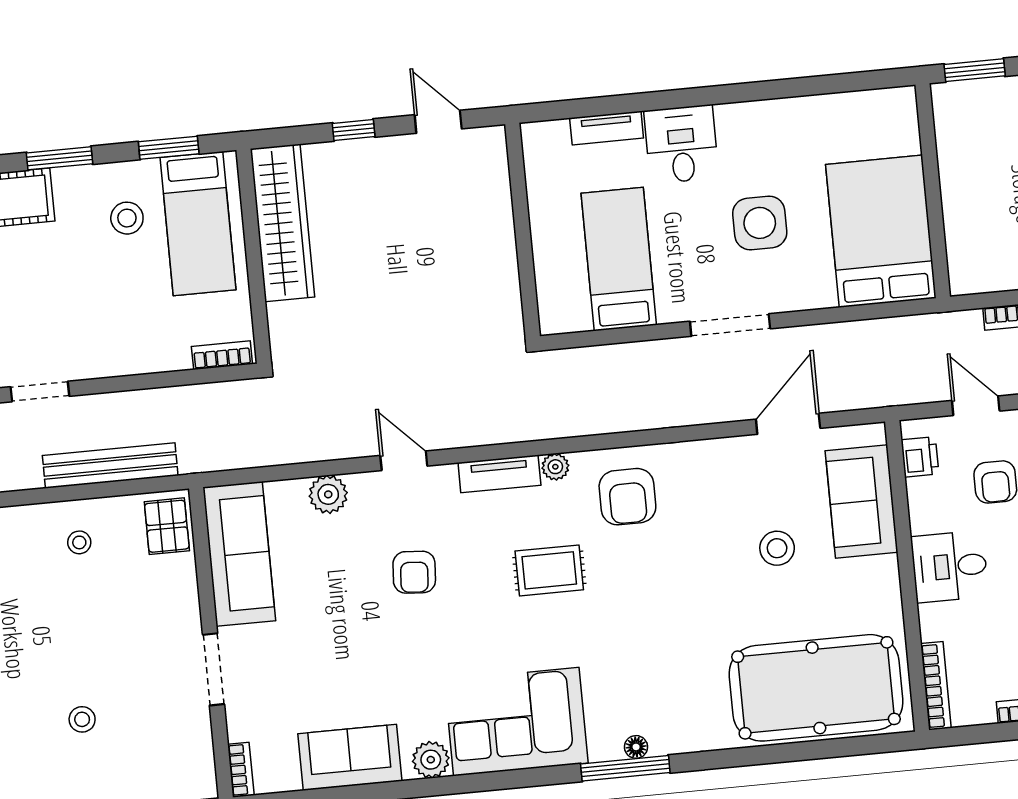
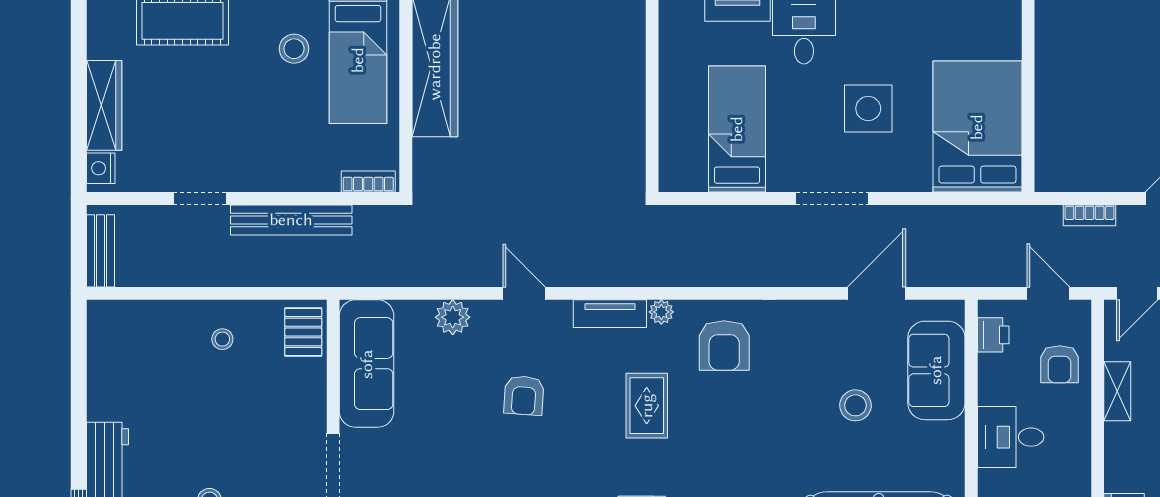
bench: (110, 465) -> (291, 220), moved
rug: (549, 570) -> (647, 406), turned 90

